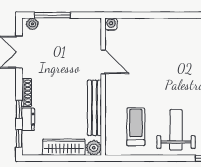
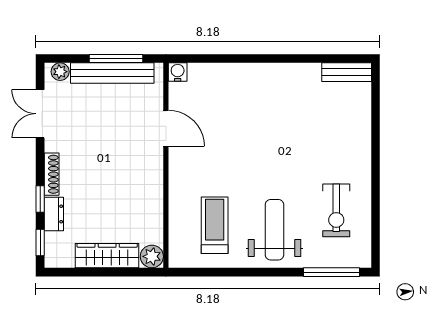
window: (52, 15) -> (116, 59), moved
bench: (95, 108) -> (112, 73), moved, turned 90

